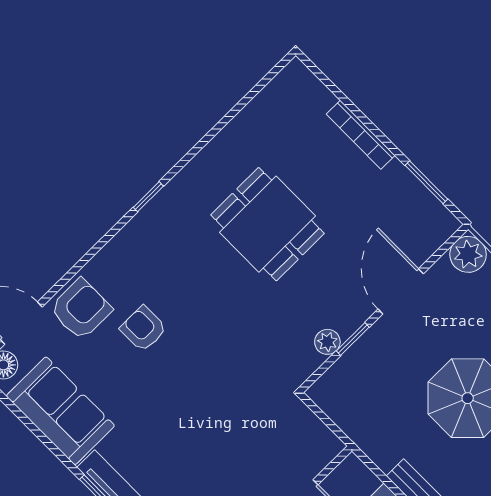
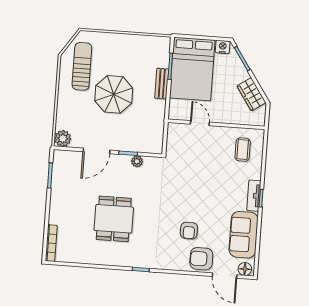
bookcase: (361, 135) -> (51, 243), moved

